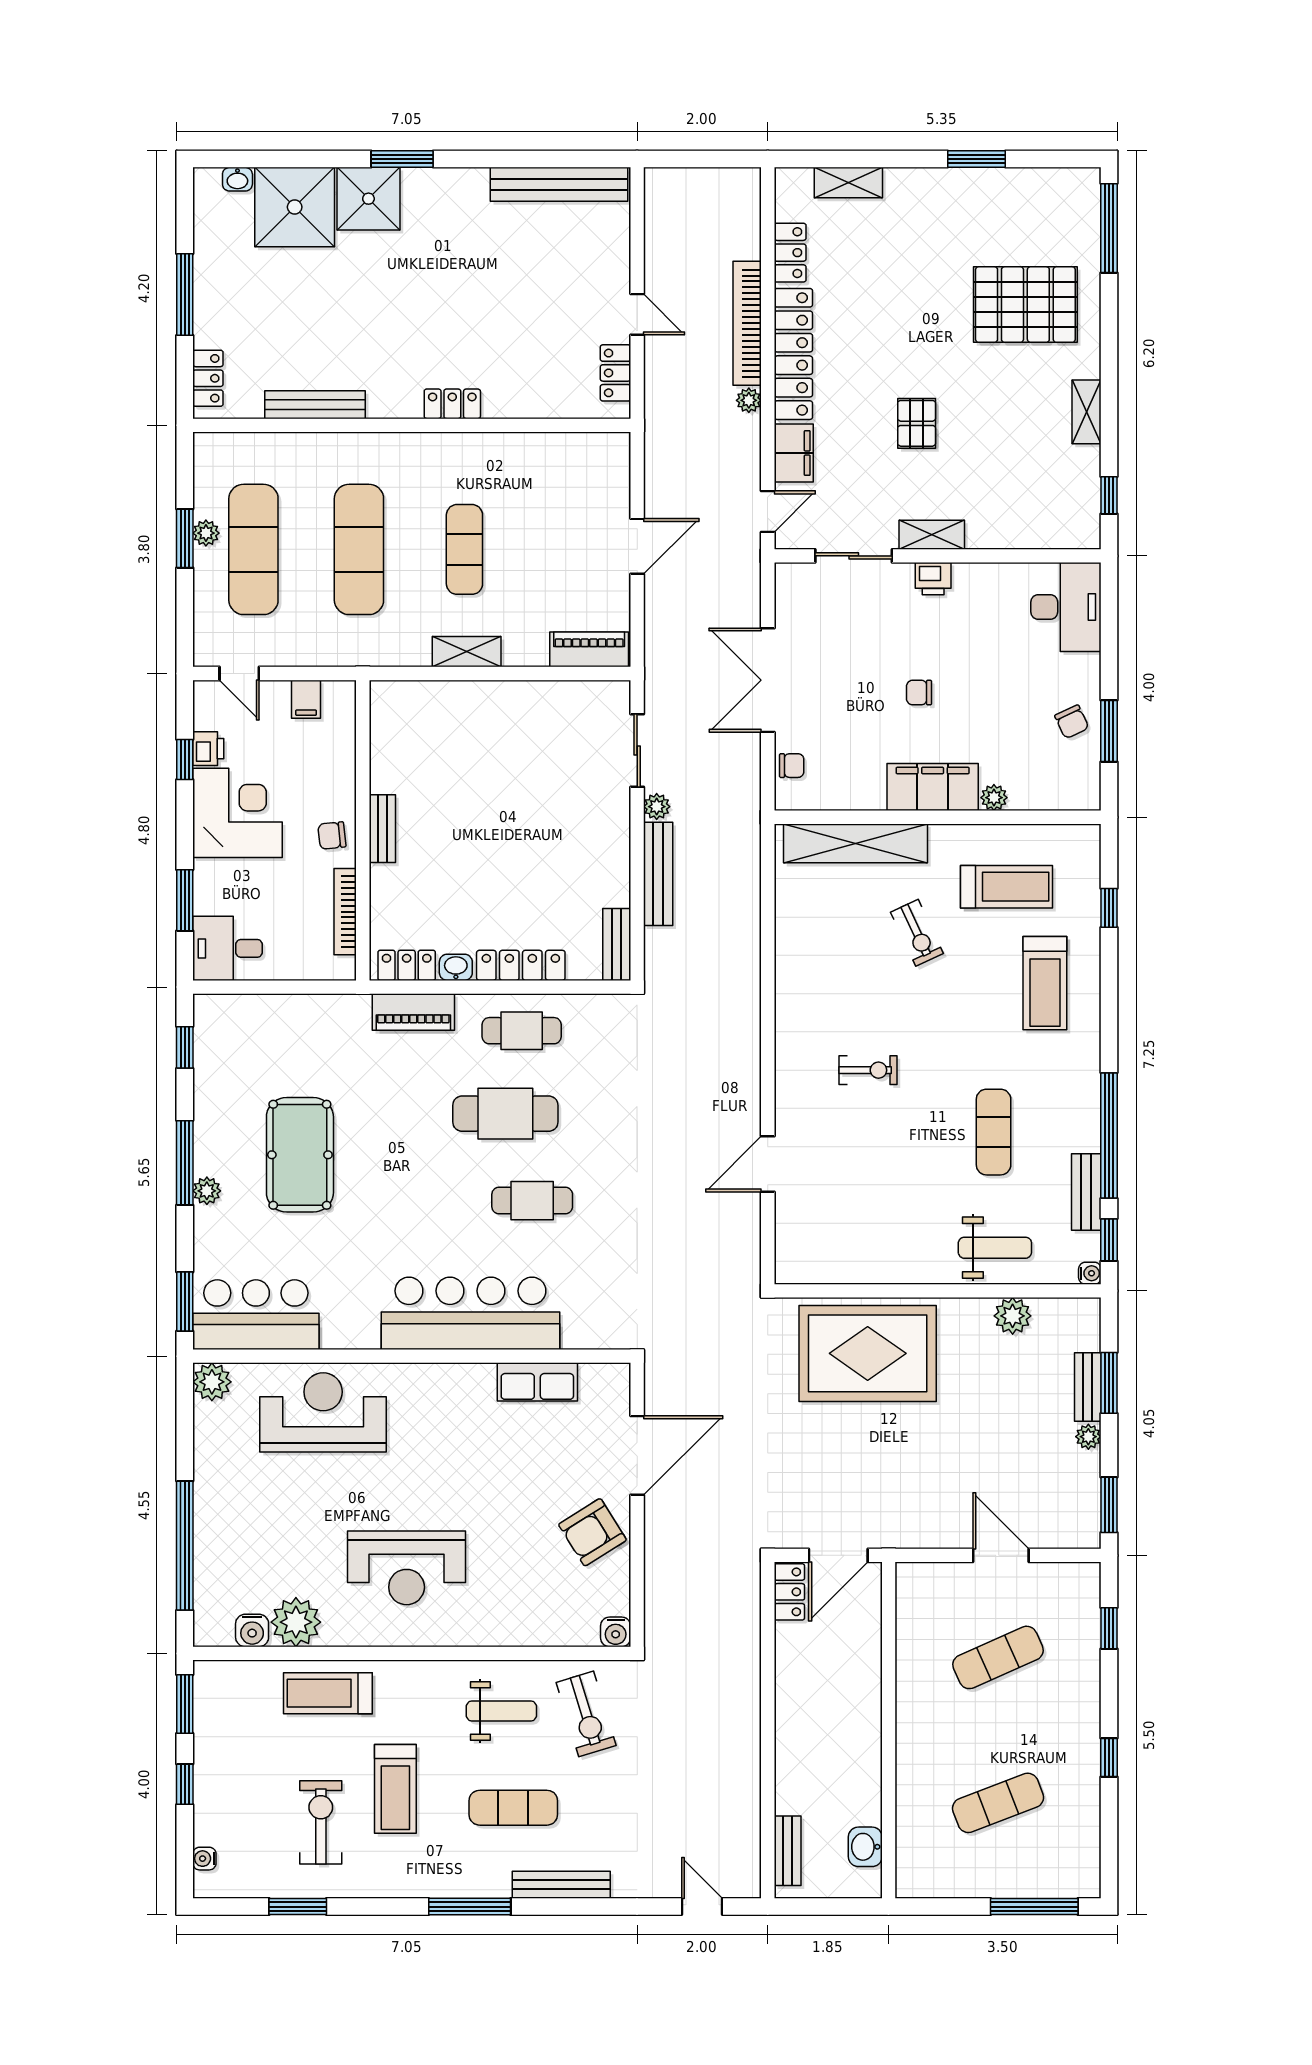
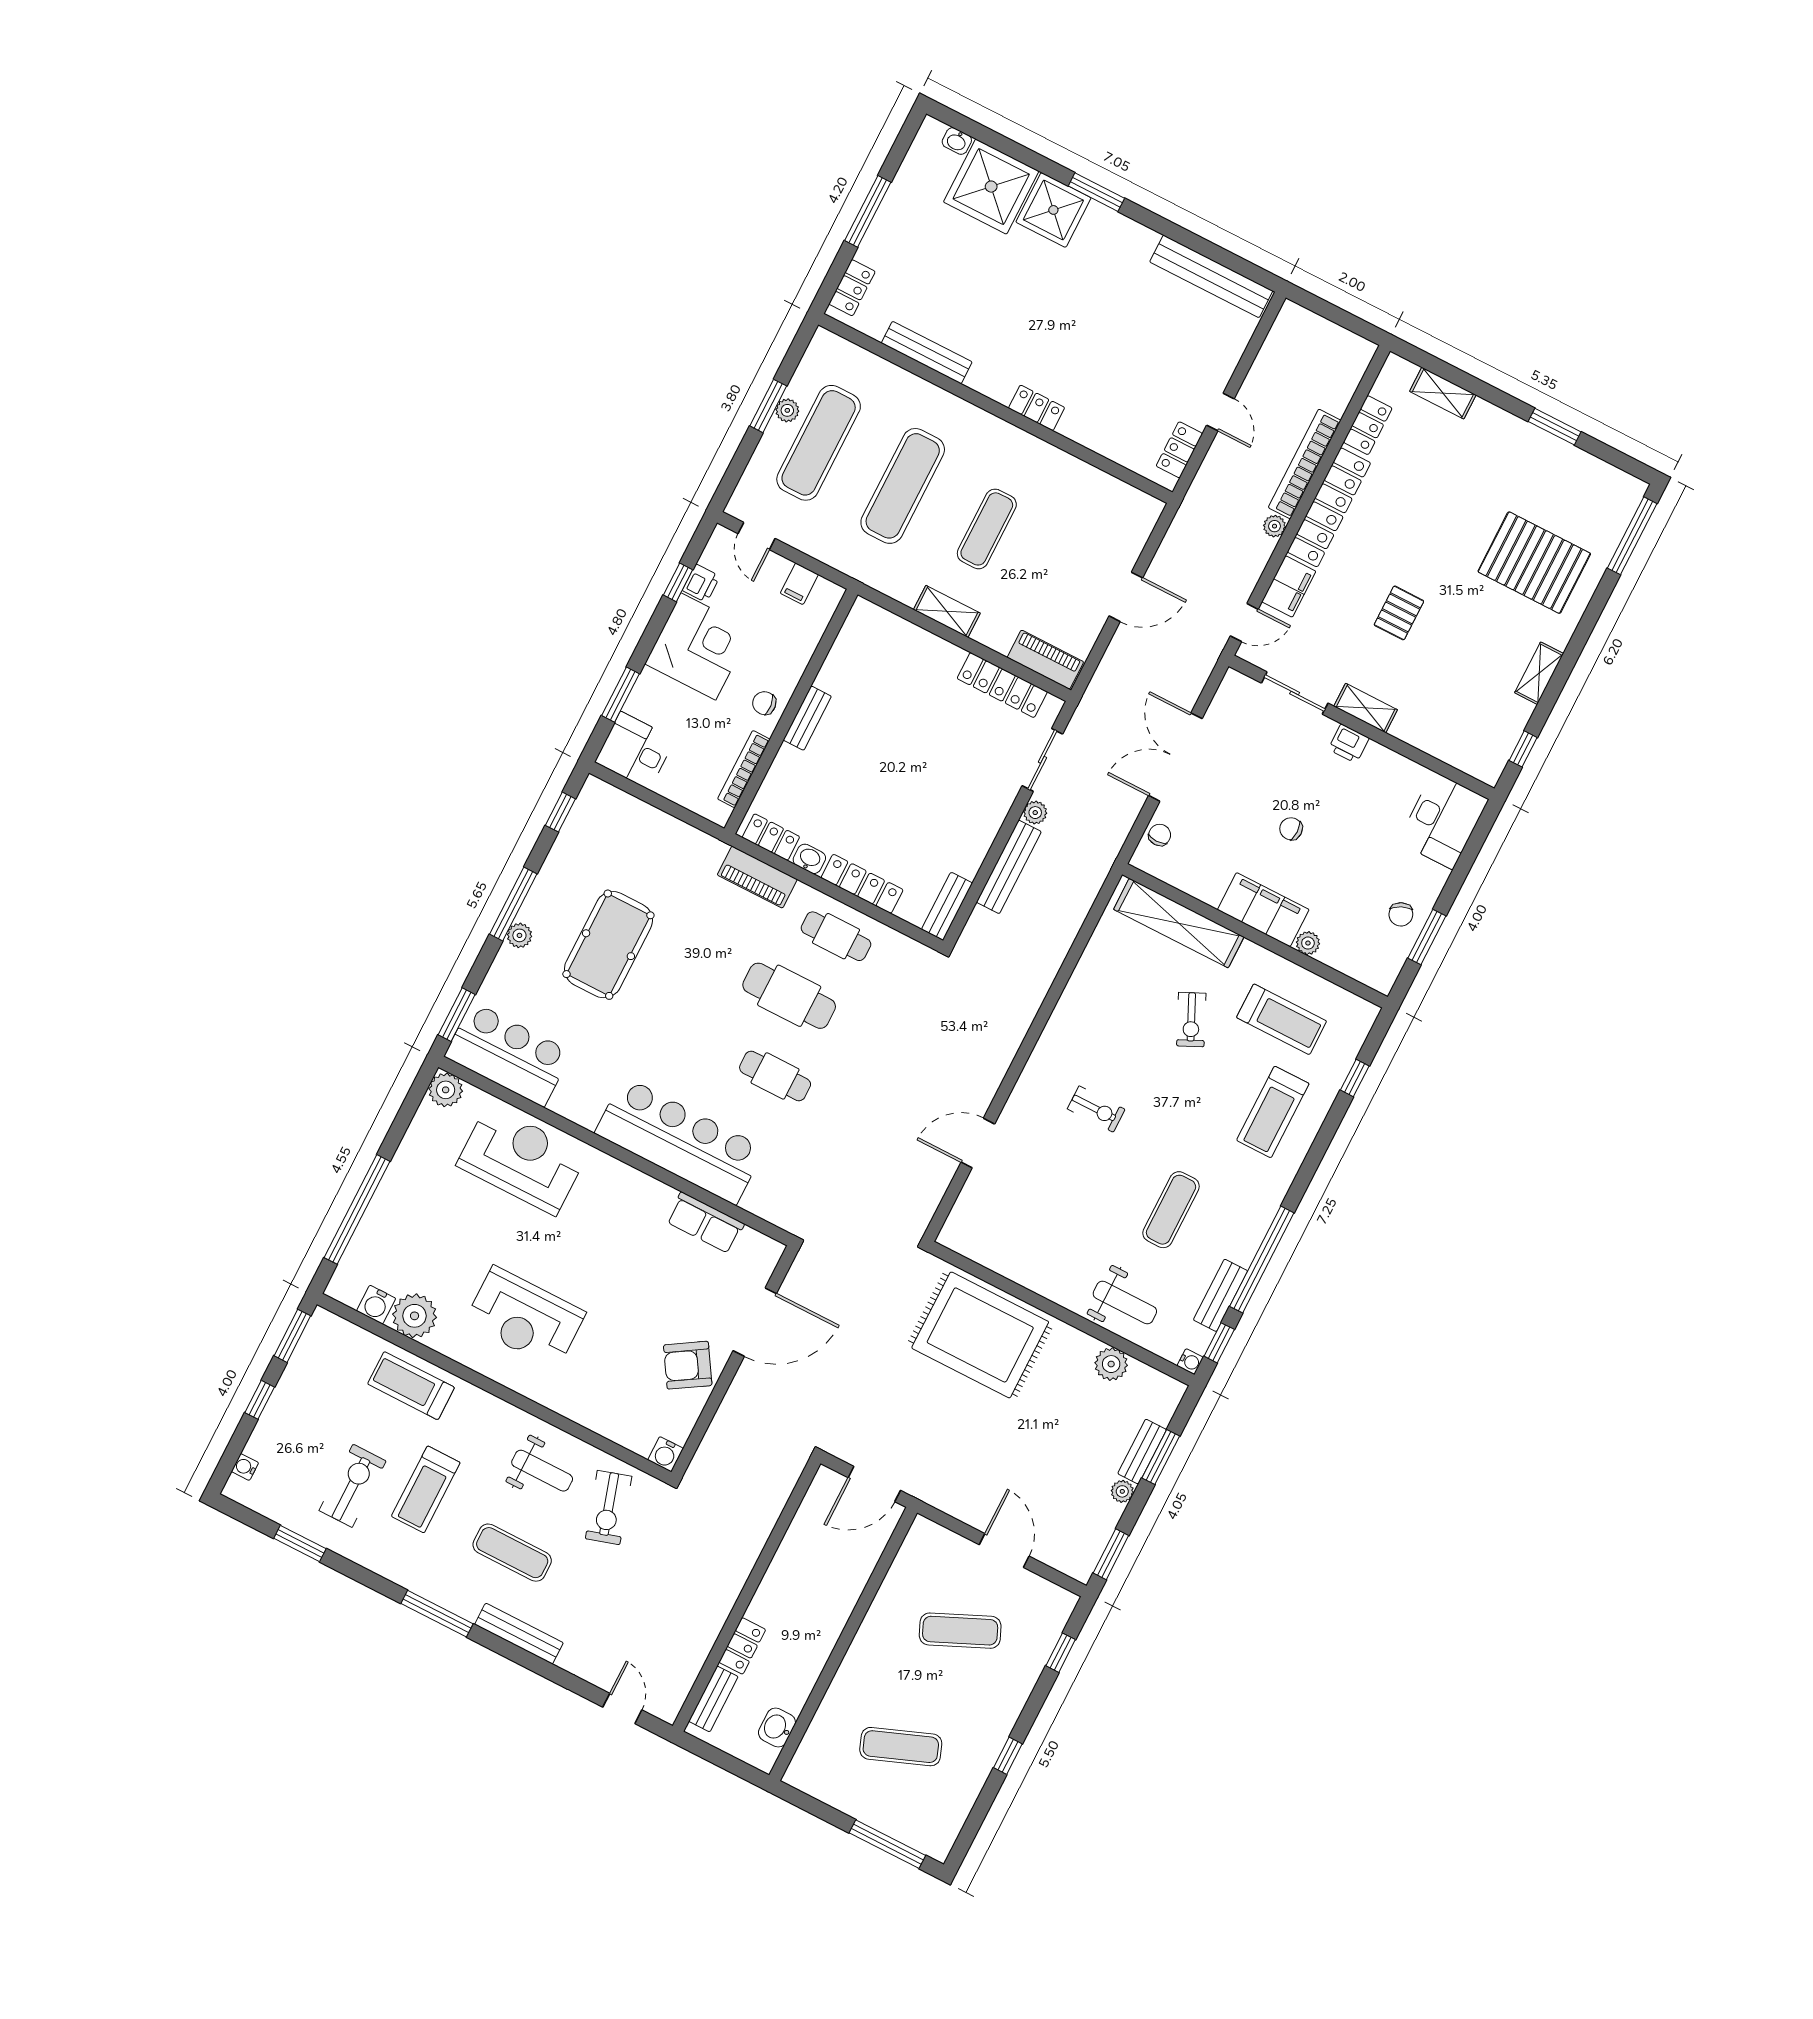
locker: (559, 697) -> (1002, 685), added
chair: (792, 766) -> (1160, 835), turned -90
locker: (789, 1592) -> (742, 1646), moved

